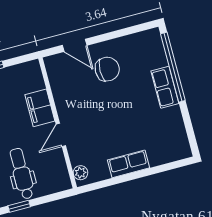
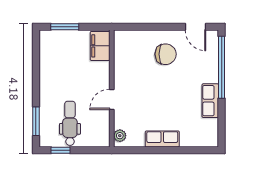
door: (75, 45) -> (196, 27), moved
row of seats: (165, 87) -> (210, 101), moved
filing cabinet: (40, 108) -> (100, 46), moved

